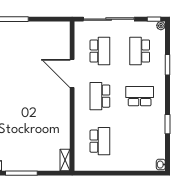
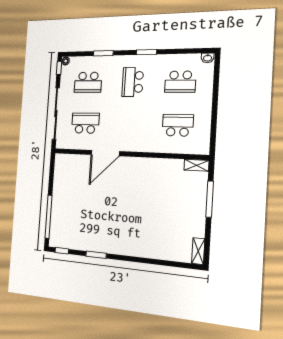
school desk: (100, 96) -> (180, 82), moved
window: (168, 124) -> (146, 52), moved
window: (21, 173) -> (210, 199), moved

